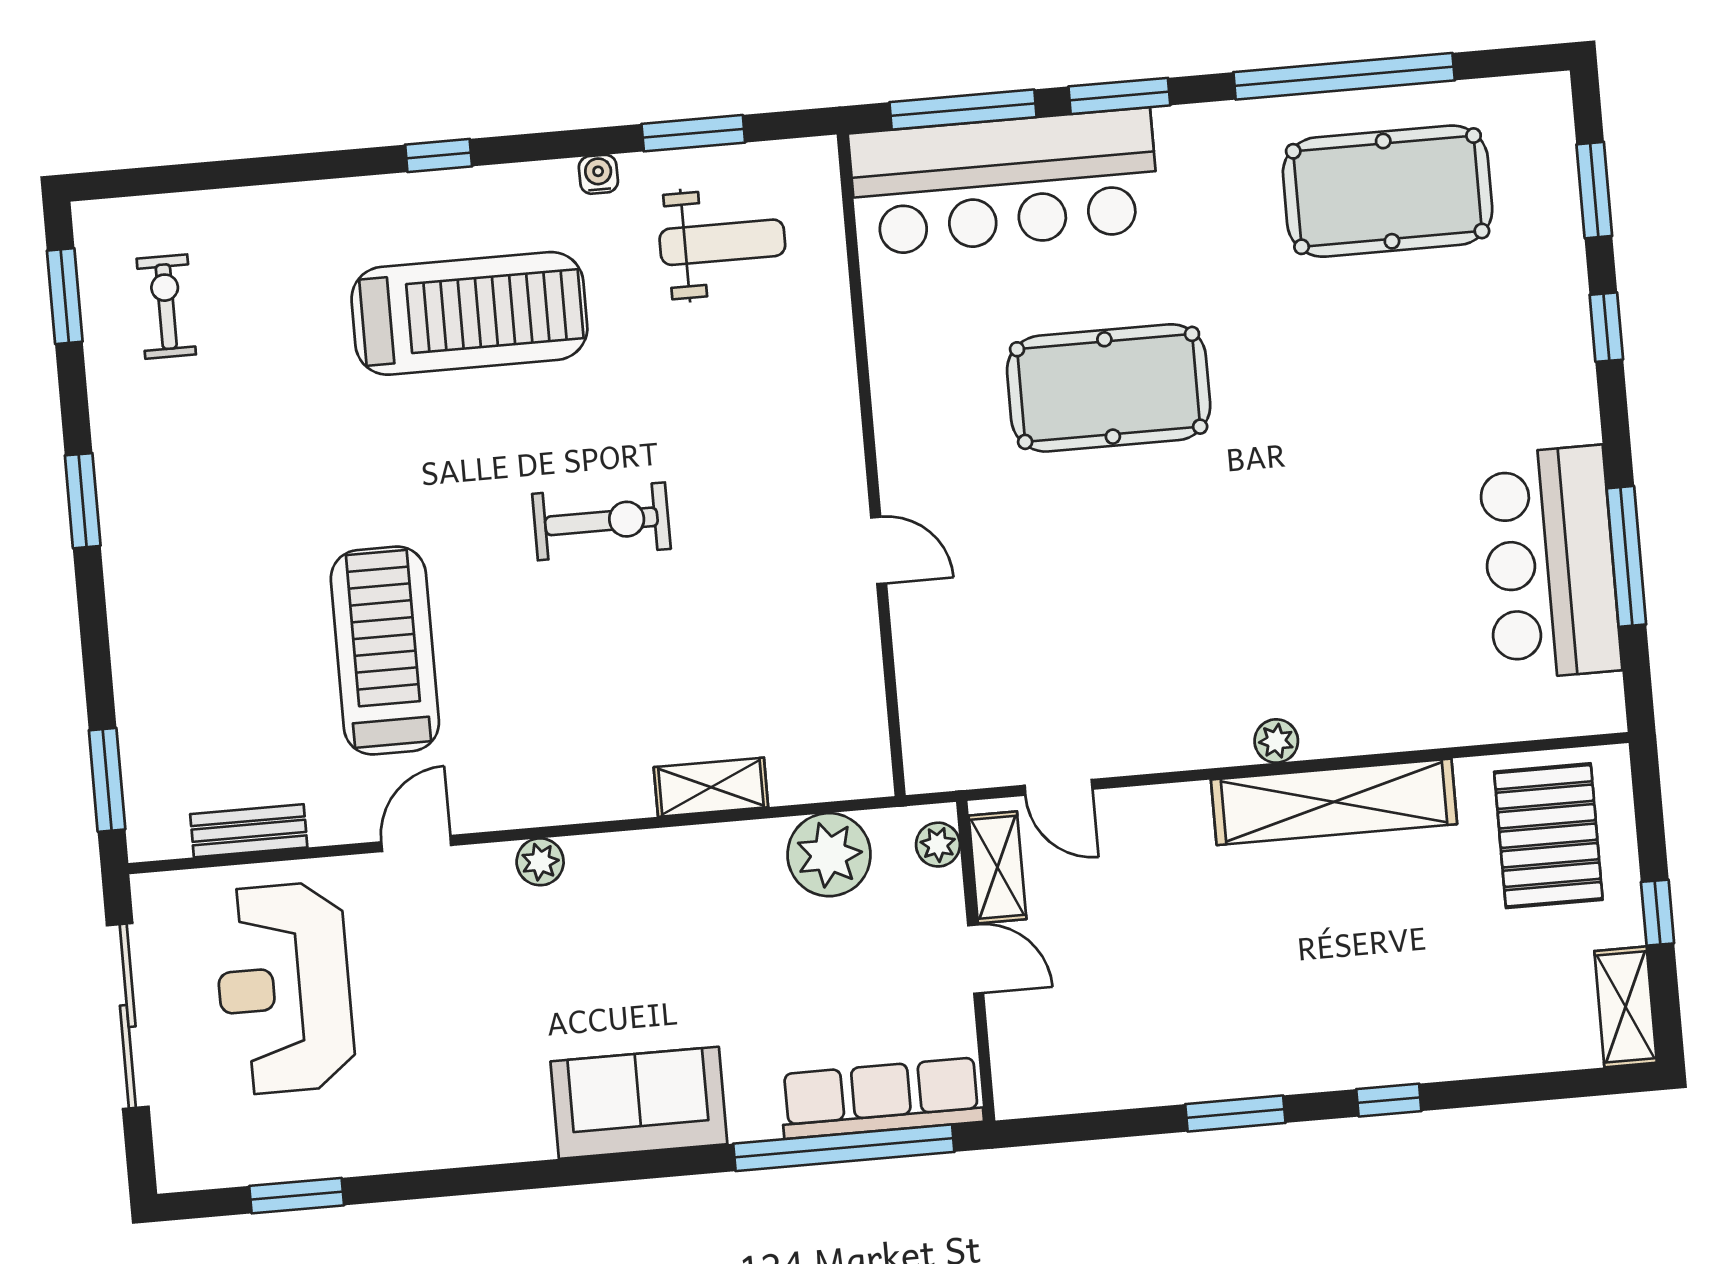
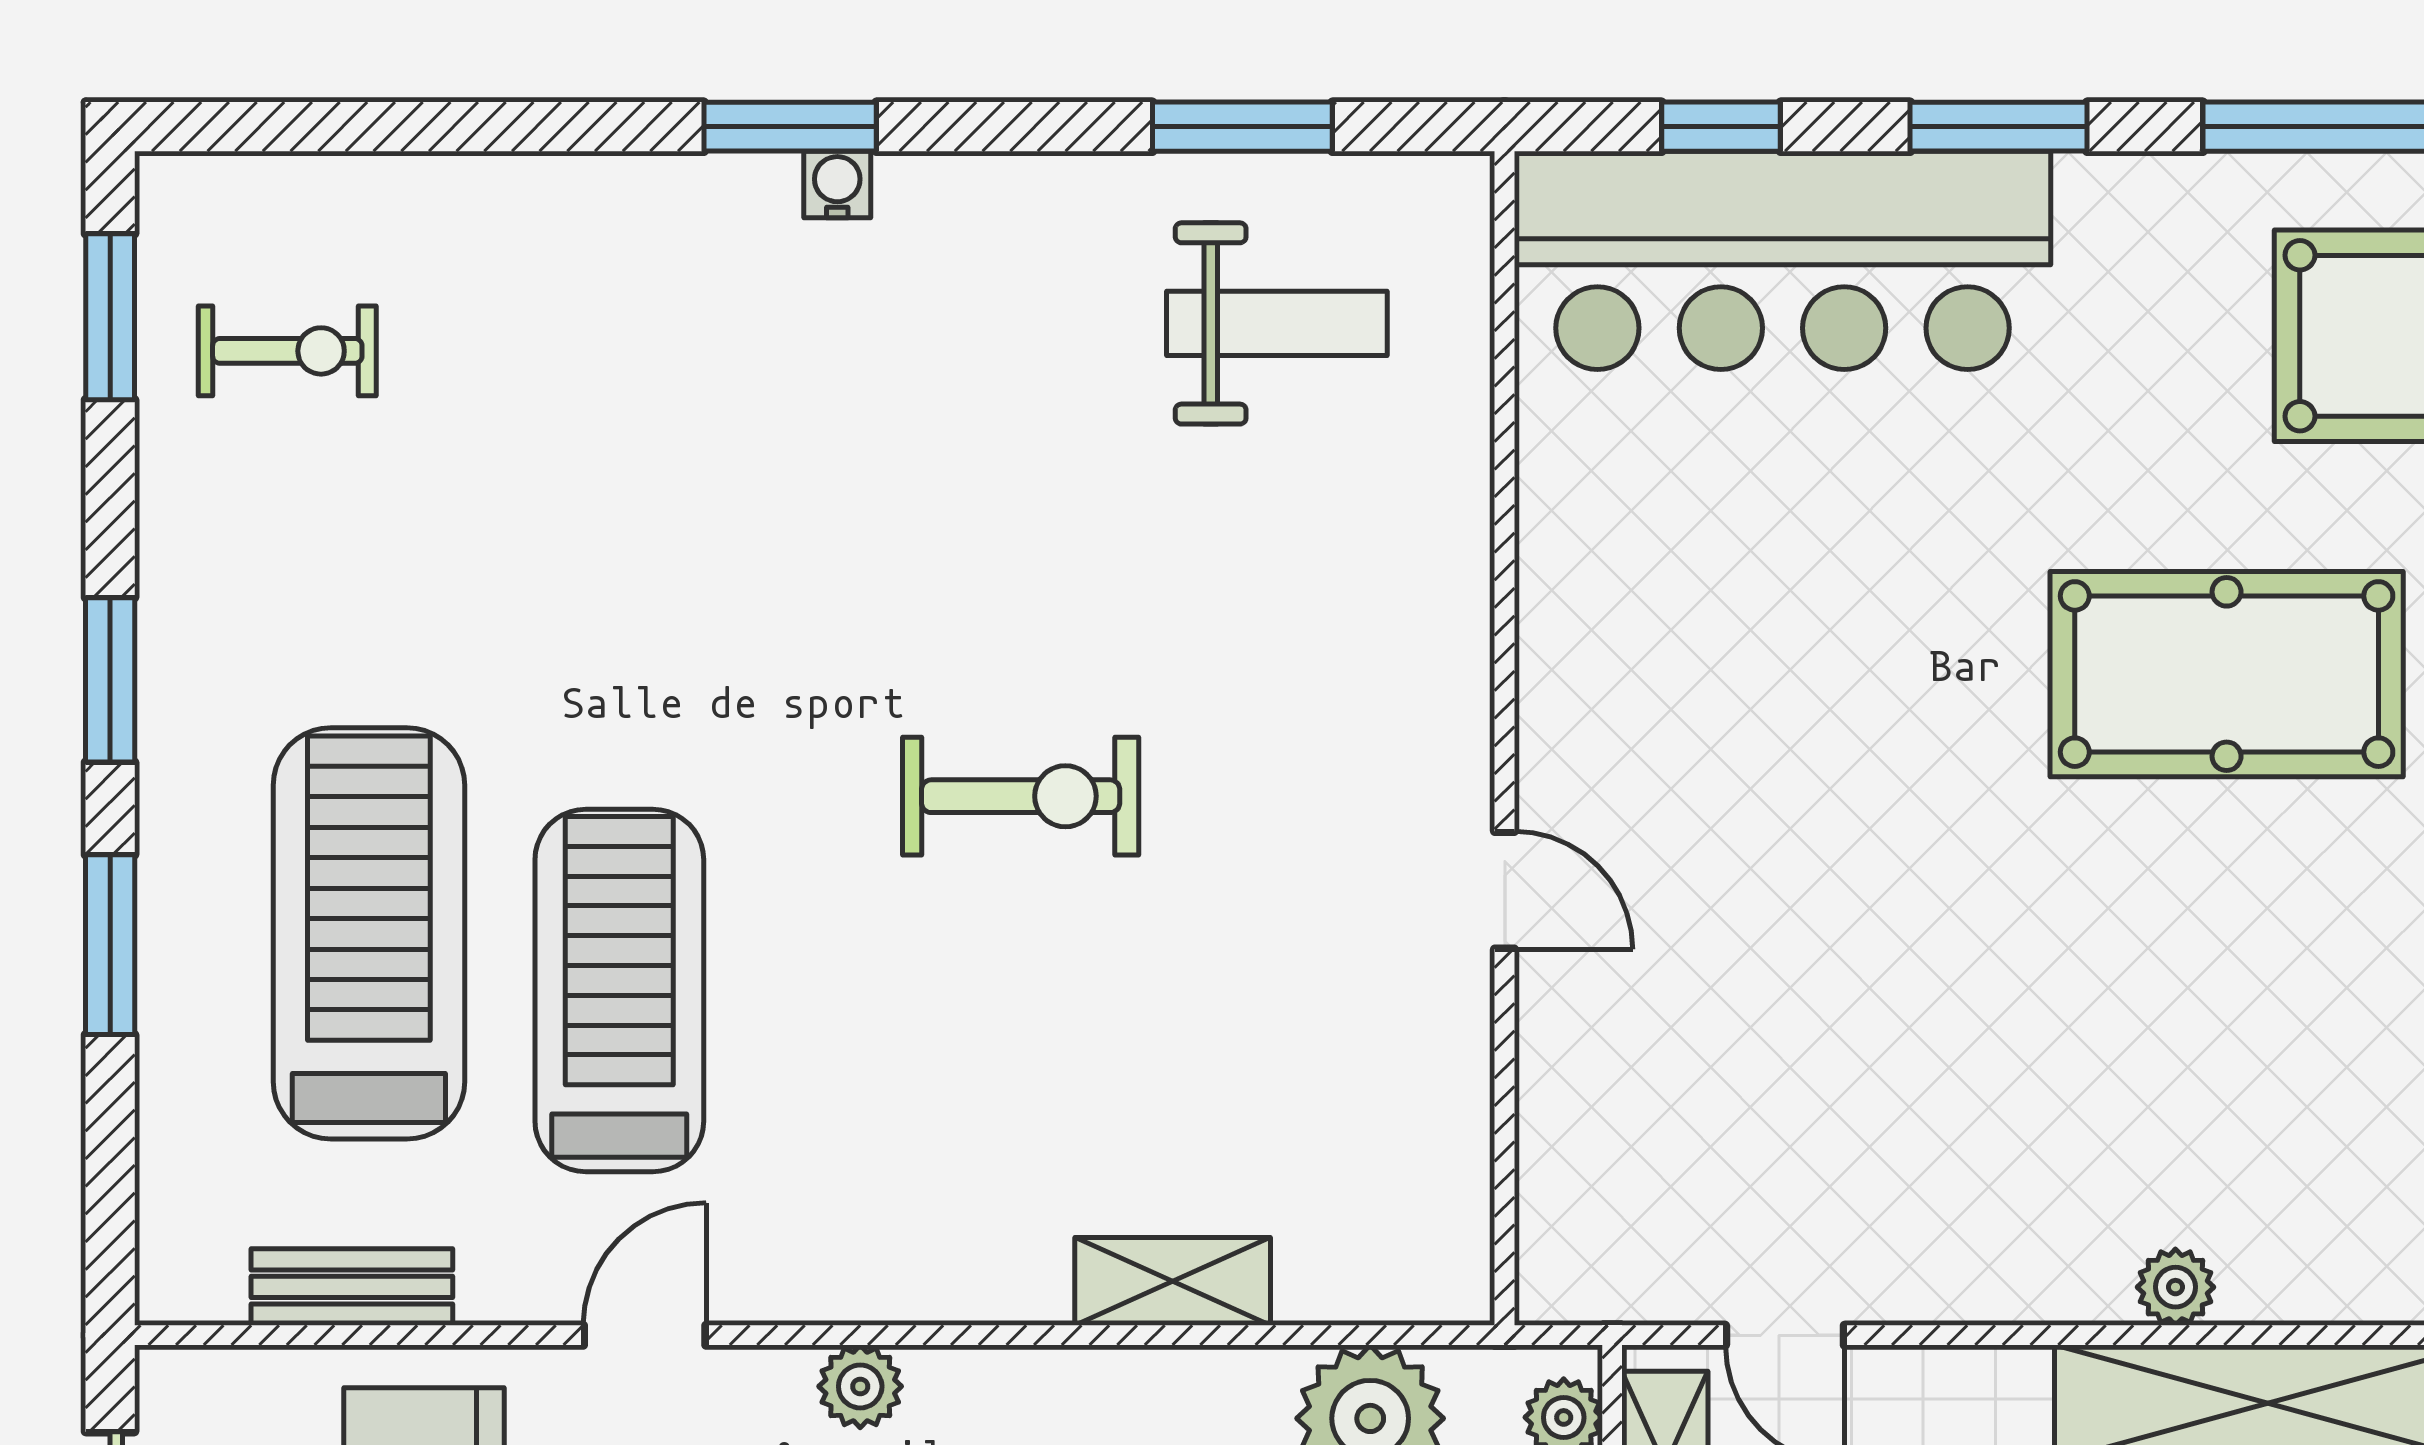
window: (963, 110) -> (1721, 127), width x0.46
window: (439, 155) -> (790, 127), width x1.50
water cooler: (598, 174) -> (837, 184), moved
exercise bike: (166, 307) -> (287, 351), turned 90
treadmill: (469, 313) -> (369, 933), moved, turned -90
pool table: (1109, 388) -> (2227, 674), moved
window: (107, 780) -> (110, 945), moved

